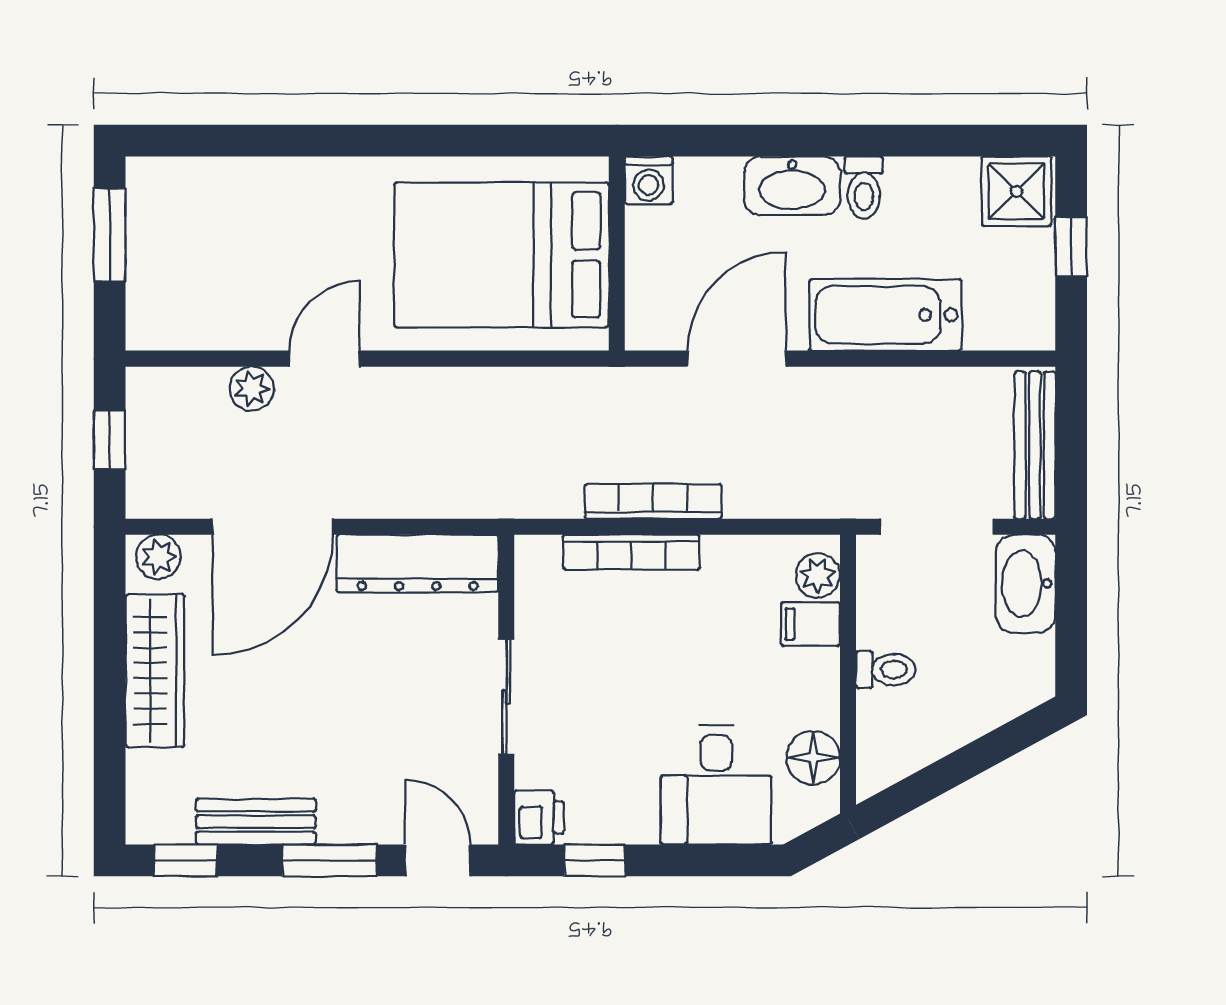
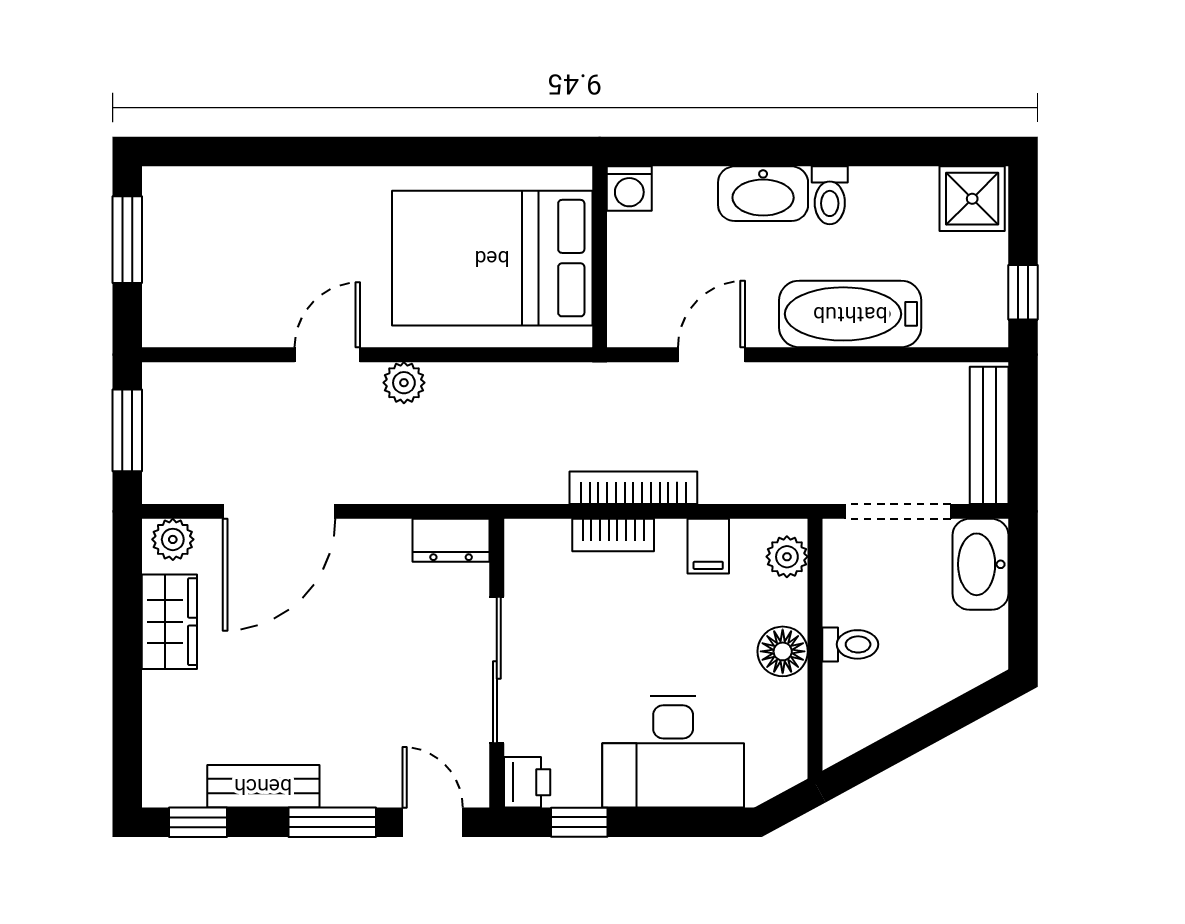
window: (1071, 247) -> (1023, 292), moved
door: (737, 359) -> (711, 355), width x0.73
plant: (252, 389) -> (404, 383), moved
window: (110, 440) -> (127, 430), width x1.50
bookcase: (631, 552) -> (613, 535), width x0.64
dresser: (418, 563) -> (451, 540), width x0.51, depth x0.80
filing cabinet: (811, 624) -> (708, 546), moved, turned -90
wardrobe: (155, 671) -> (169, 622), width x0.67
sliding door: (506, 697) -> (497, 670), width x1.37
floor lamp: (813, 758) -> (783, 651), moved
desk: (716, 785) -> (673, 752), width x1.37

